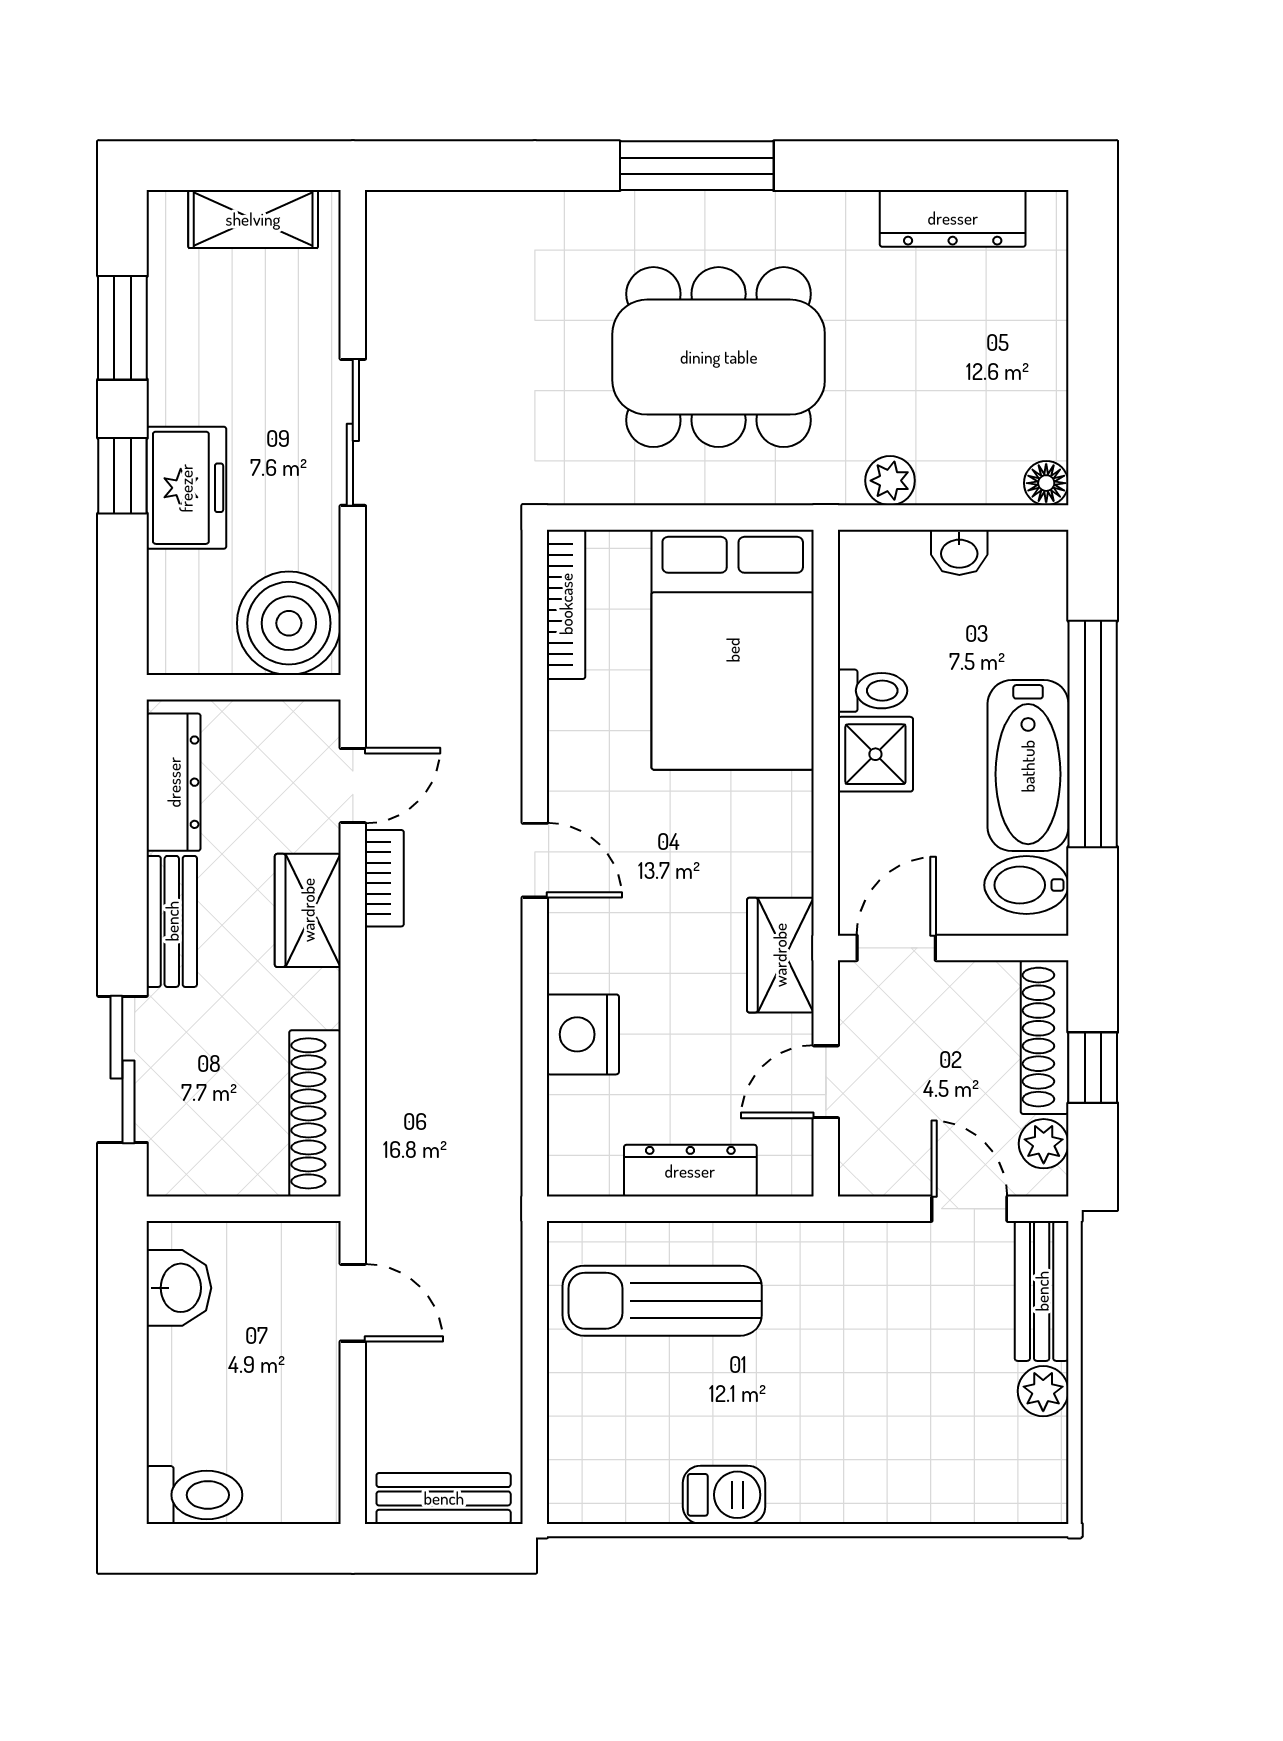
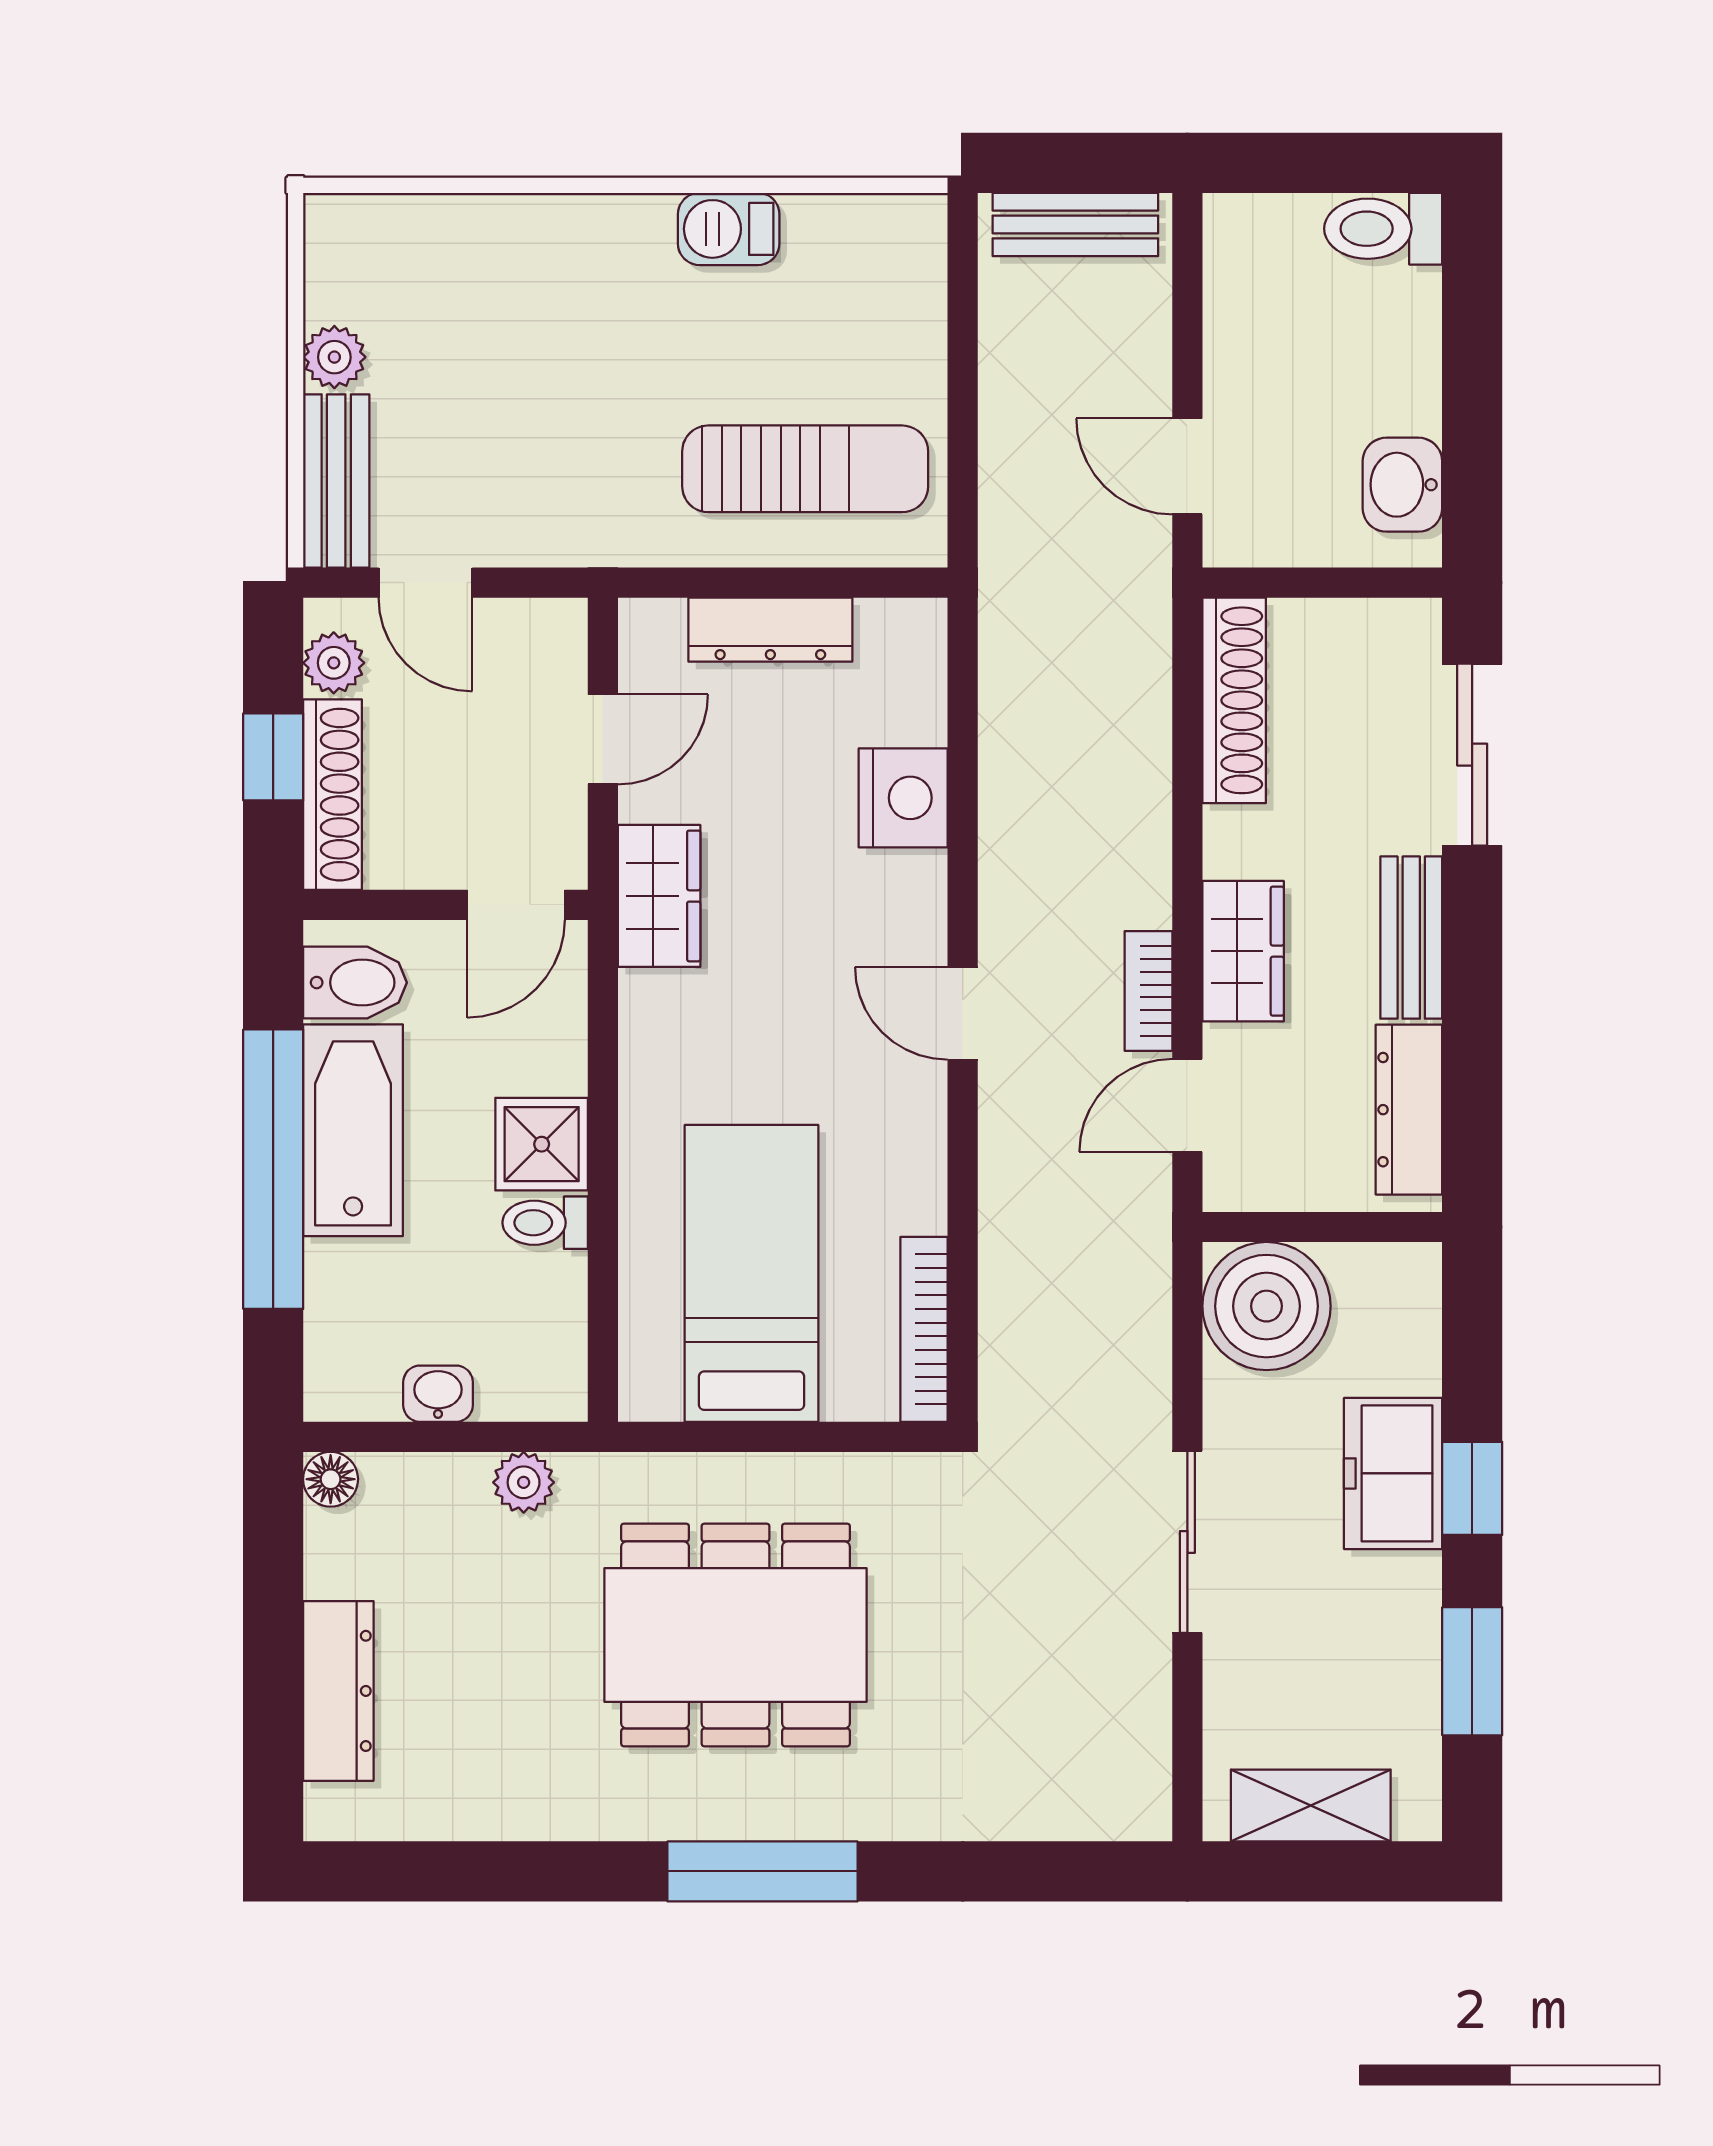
dresser: (953, 218) -> (338, 1691), moved, turned 90
bed: (733, 650) -> (751, 1273), width x0.67

